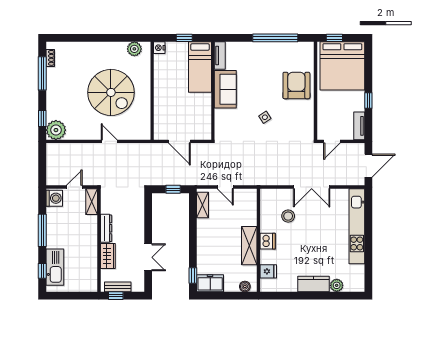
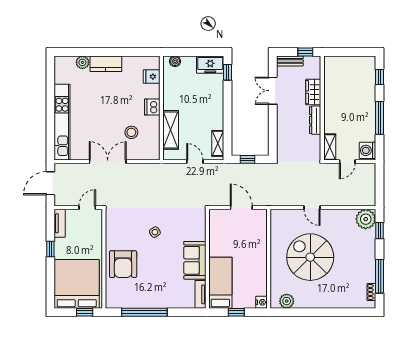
shelving: (249, 246) -> (171, 130), moved
kitchen sink: (55, 267) -> (367, 81), removed
bench: (118, 287) -> (290, 61), moved

